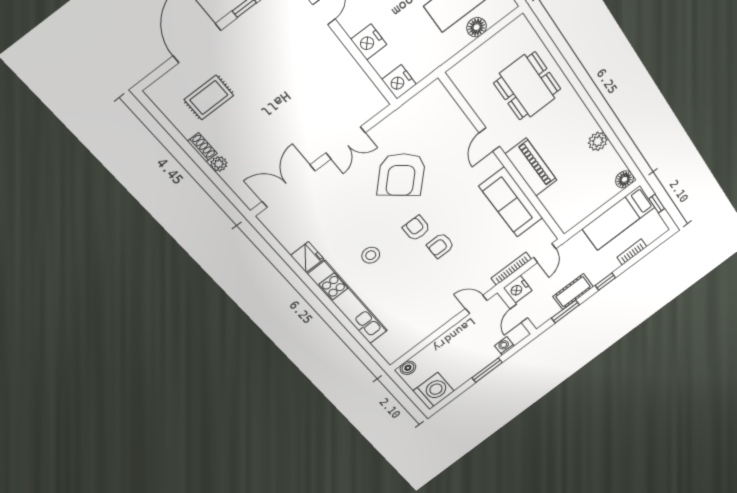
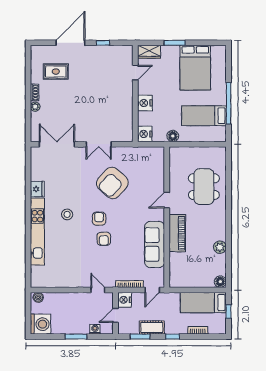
floor lamp: (477, 27) -> (173, 136), moved
armchair: (440, 246) -> (104, 239), turned -90

